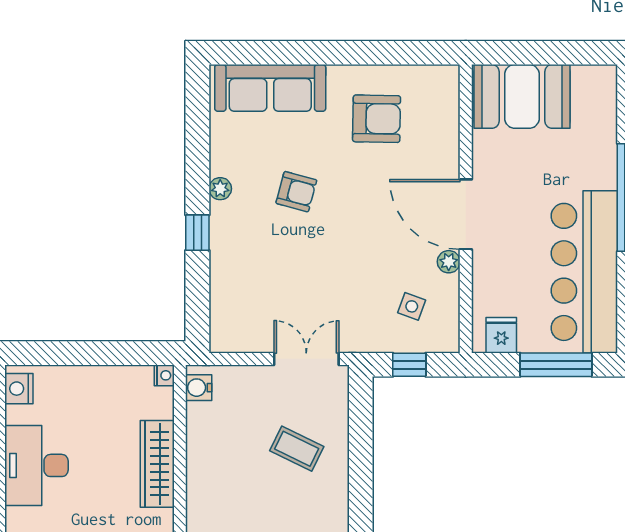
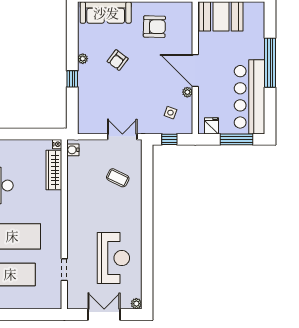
armchair: (296, 192) -> (118, 60), turned 112
wardrobe: (157, 464) -> (54, 170), moved

